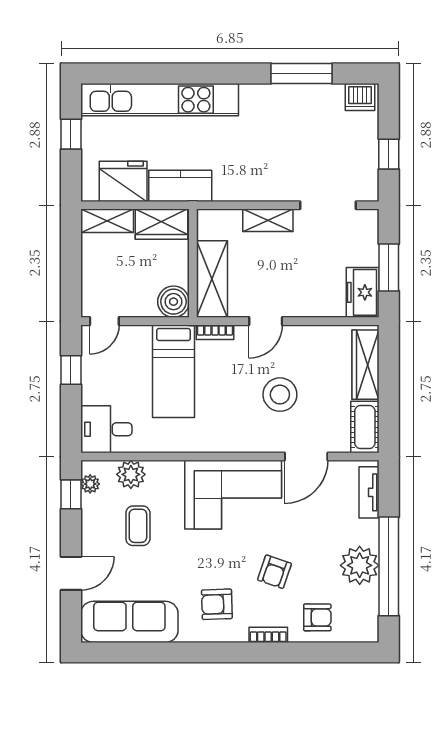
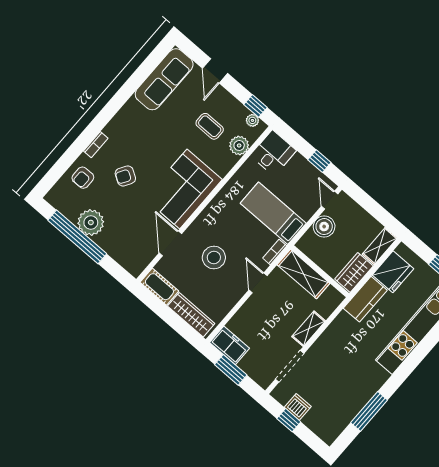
dishwasher: (360, 97) -> (298, 407), moved, turned 90
boiler: (174, 302) -> (324, 227), moved
tv unit: (369, 492) -> (124, 260), removed
armchair: (274, 572) -> (125, 176), turned -78
armchair: (217, 604) -> (134, 132), removed

